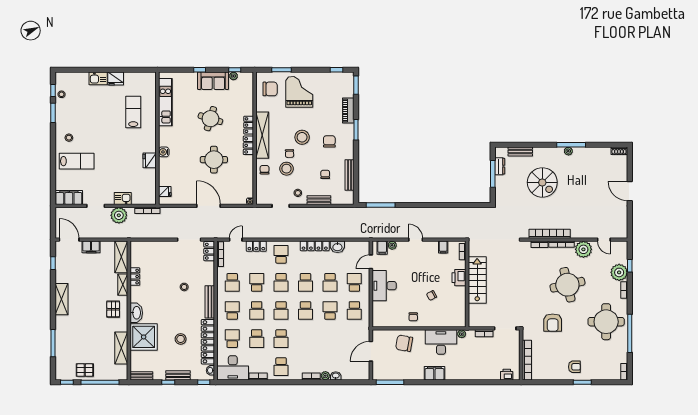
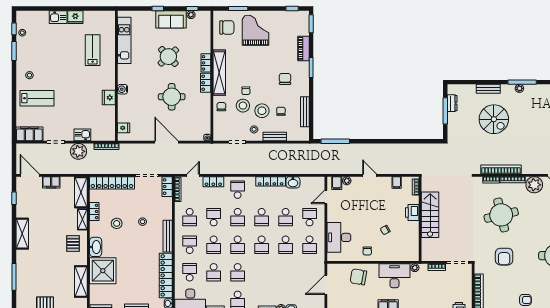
round table: (210, 119) -> (168, 57), turned 30
stool: (302, 137) -> (262, 111), moved
bench: (520, 152) -> (488, 89), moved
locker: (153, 247) -> (112, 183), added
round table: (567, 285) -> (501, 215), moved
desk: (384, 286) -> (339, 237), moved
school desk: (330, 310) -> (286, 245), turned 180
stool: (181, 339) -> (117, 223), moved

